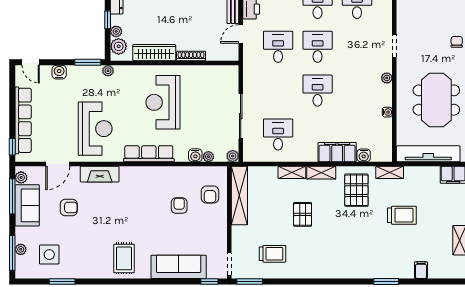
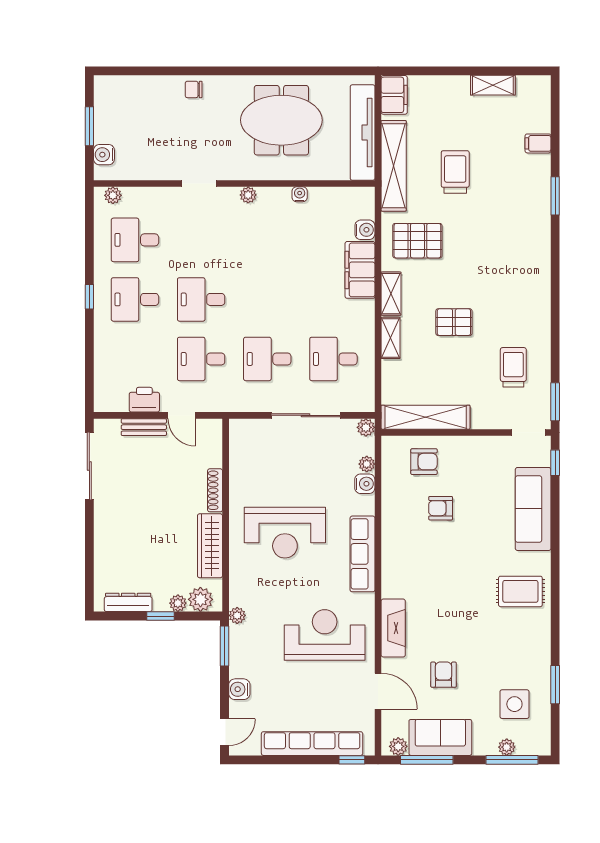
desk: (318, 91) -> (267, 359), moved
shelving: (390, 172) -> (394, 166), width x2.20, depth x1.33

